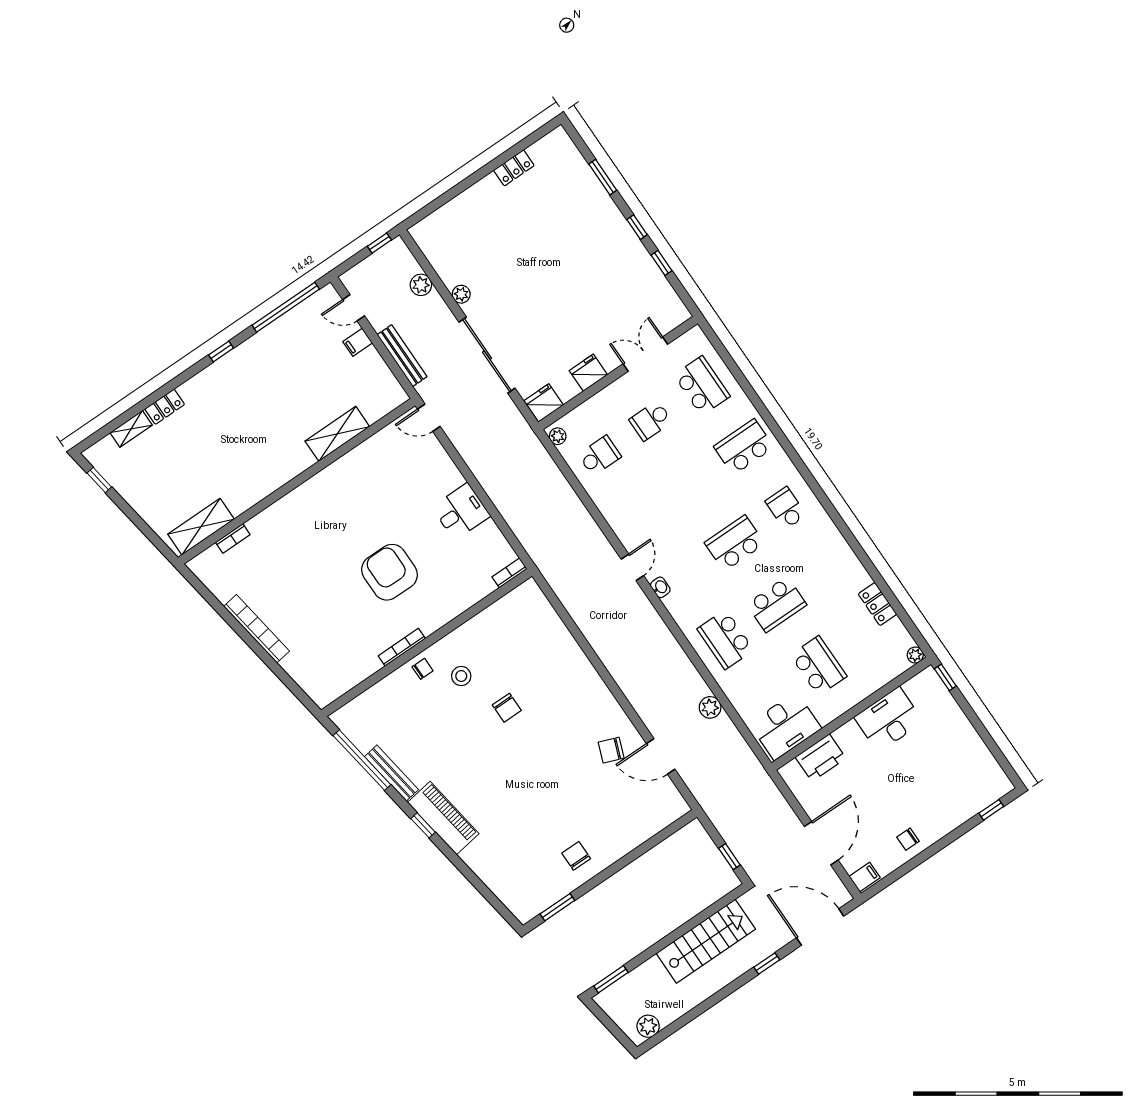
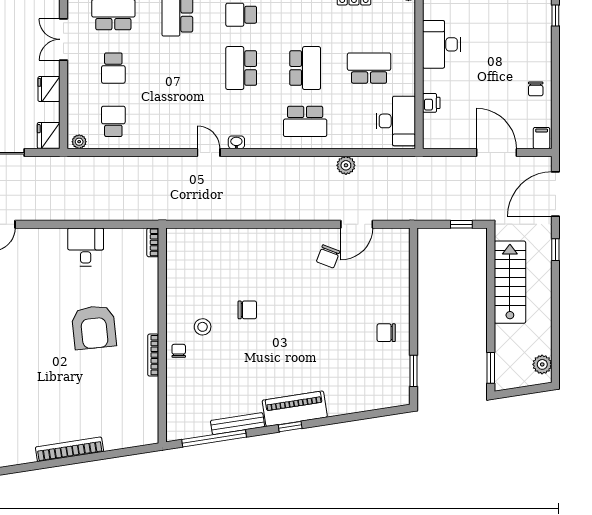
armchair: (389, 572) -> (94, 327), turned -96
printer: (821, 758) -> (431, 103), width x0.53, depth x0.68

